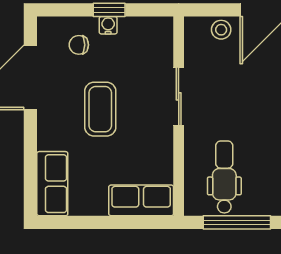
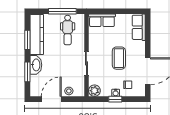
plant: (159, 30) -> (94, 91), added

